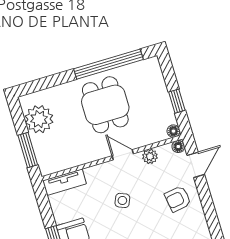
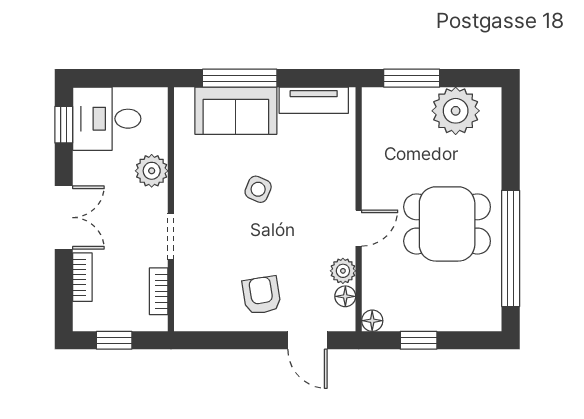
floor lamp: (178, 147) -> (345, 296), moved
tv unit: (64, 182) -> (314, 100), moved, turned -90
side table: (122, 200) -> (258, 189), moved

